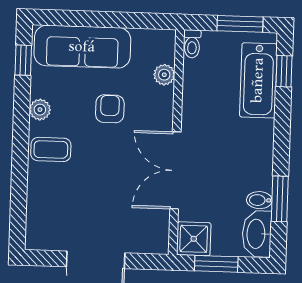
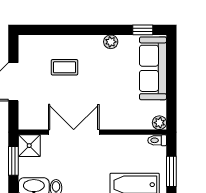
plant: (164, 75) -> (159, 123), moved
armchair: (110, 109) -> (113, 88), removed
coffee table: (51, 149) -> (64, 67), moved, turned 90

